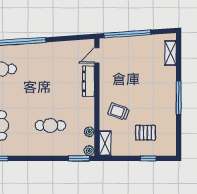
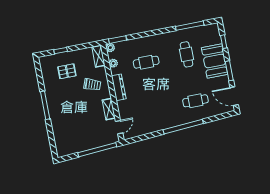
shelving: (170, 53) -> (109, 109), moved
dresser: (88, 81) -> (119, 87), moved

